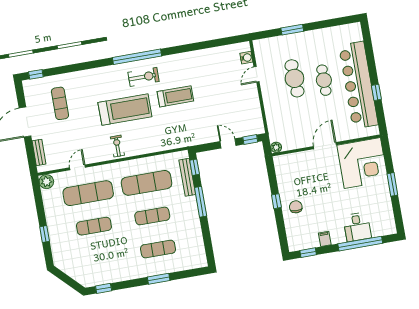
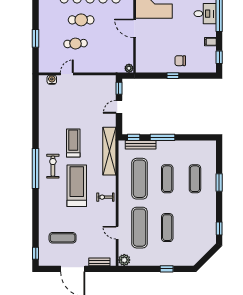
door: (257, 74) -> (67, 74), swing flipped
cafe table: (294, 78) -> (76, 44), width x0.73, depth x0.74
shelving: (173, 141) -> (109, 151), added

